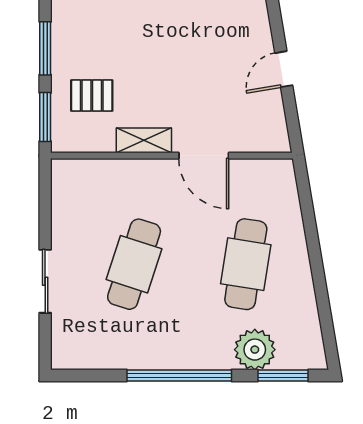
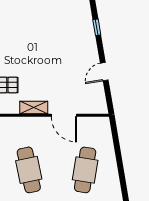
cafe table: (134, 264) -> (29, 170), turned -30

